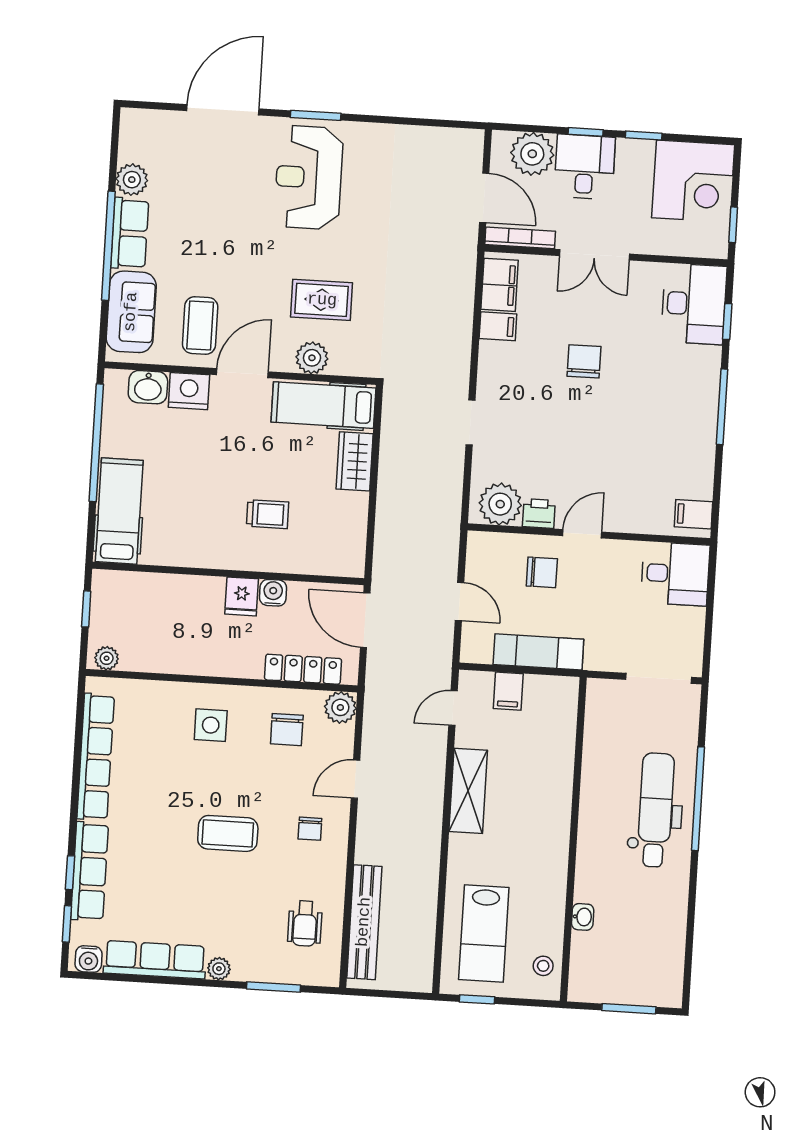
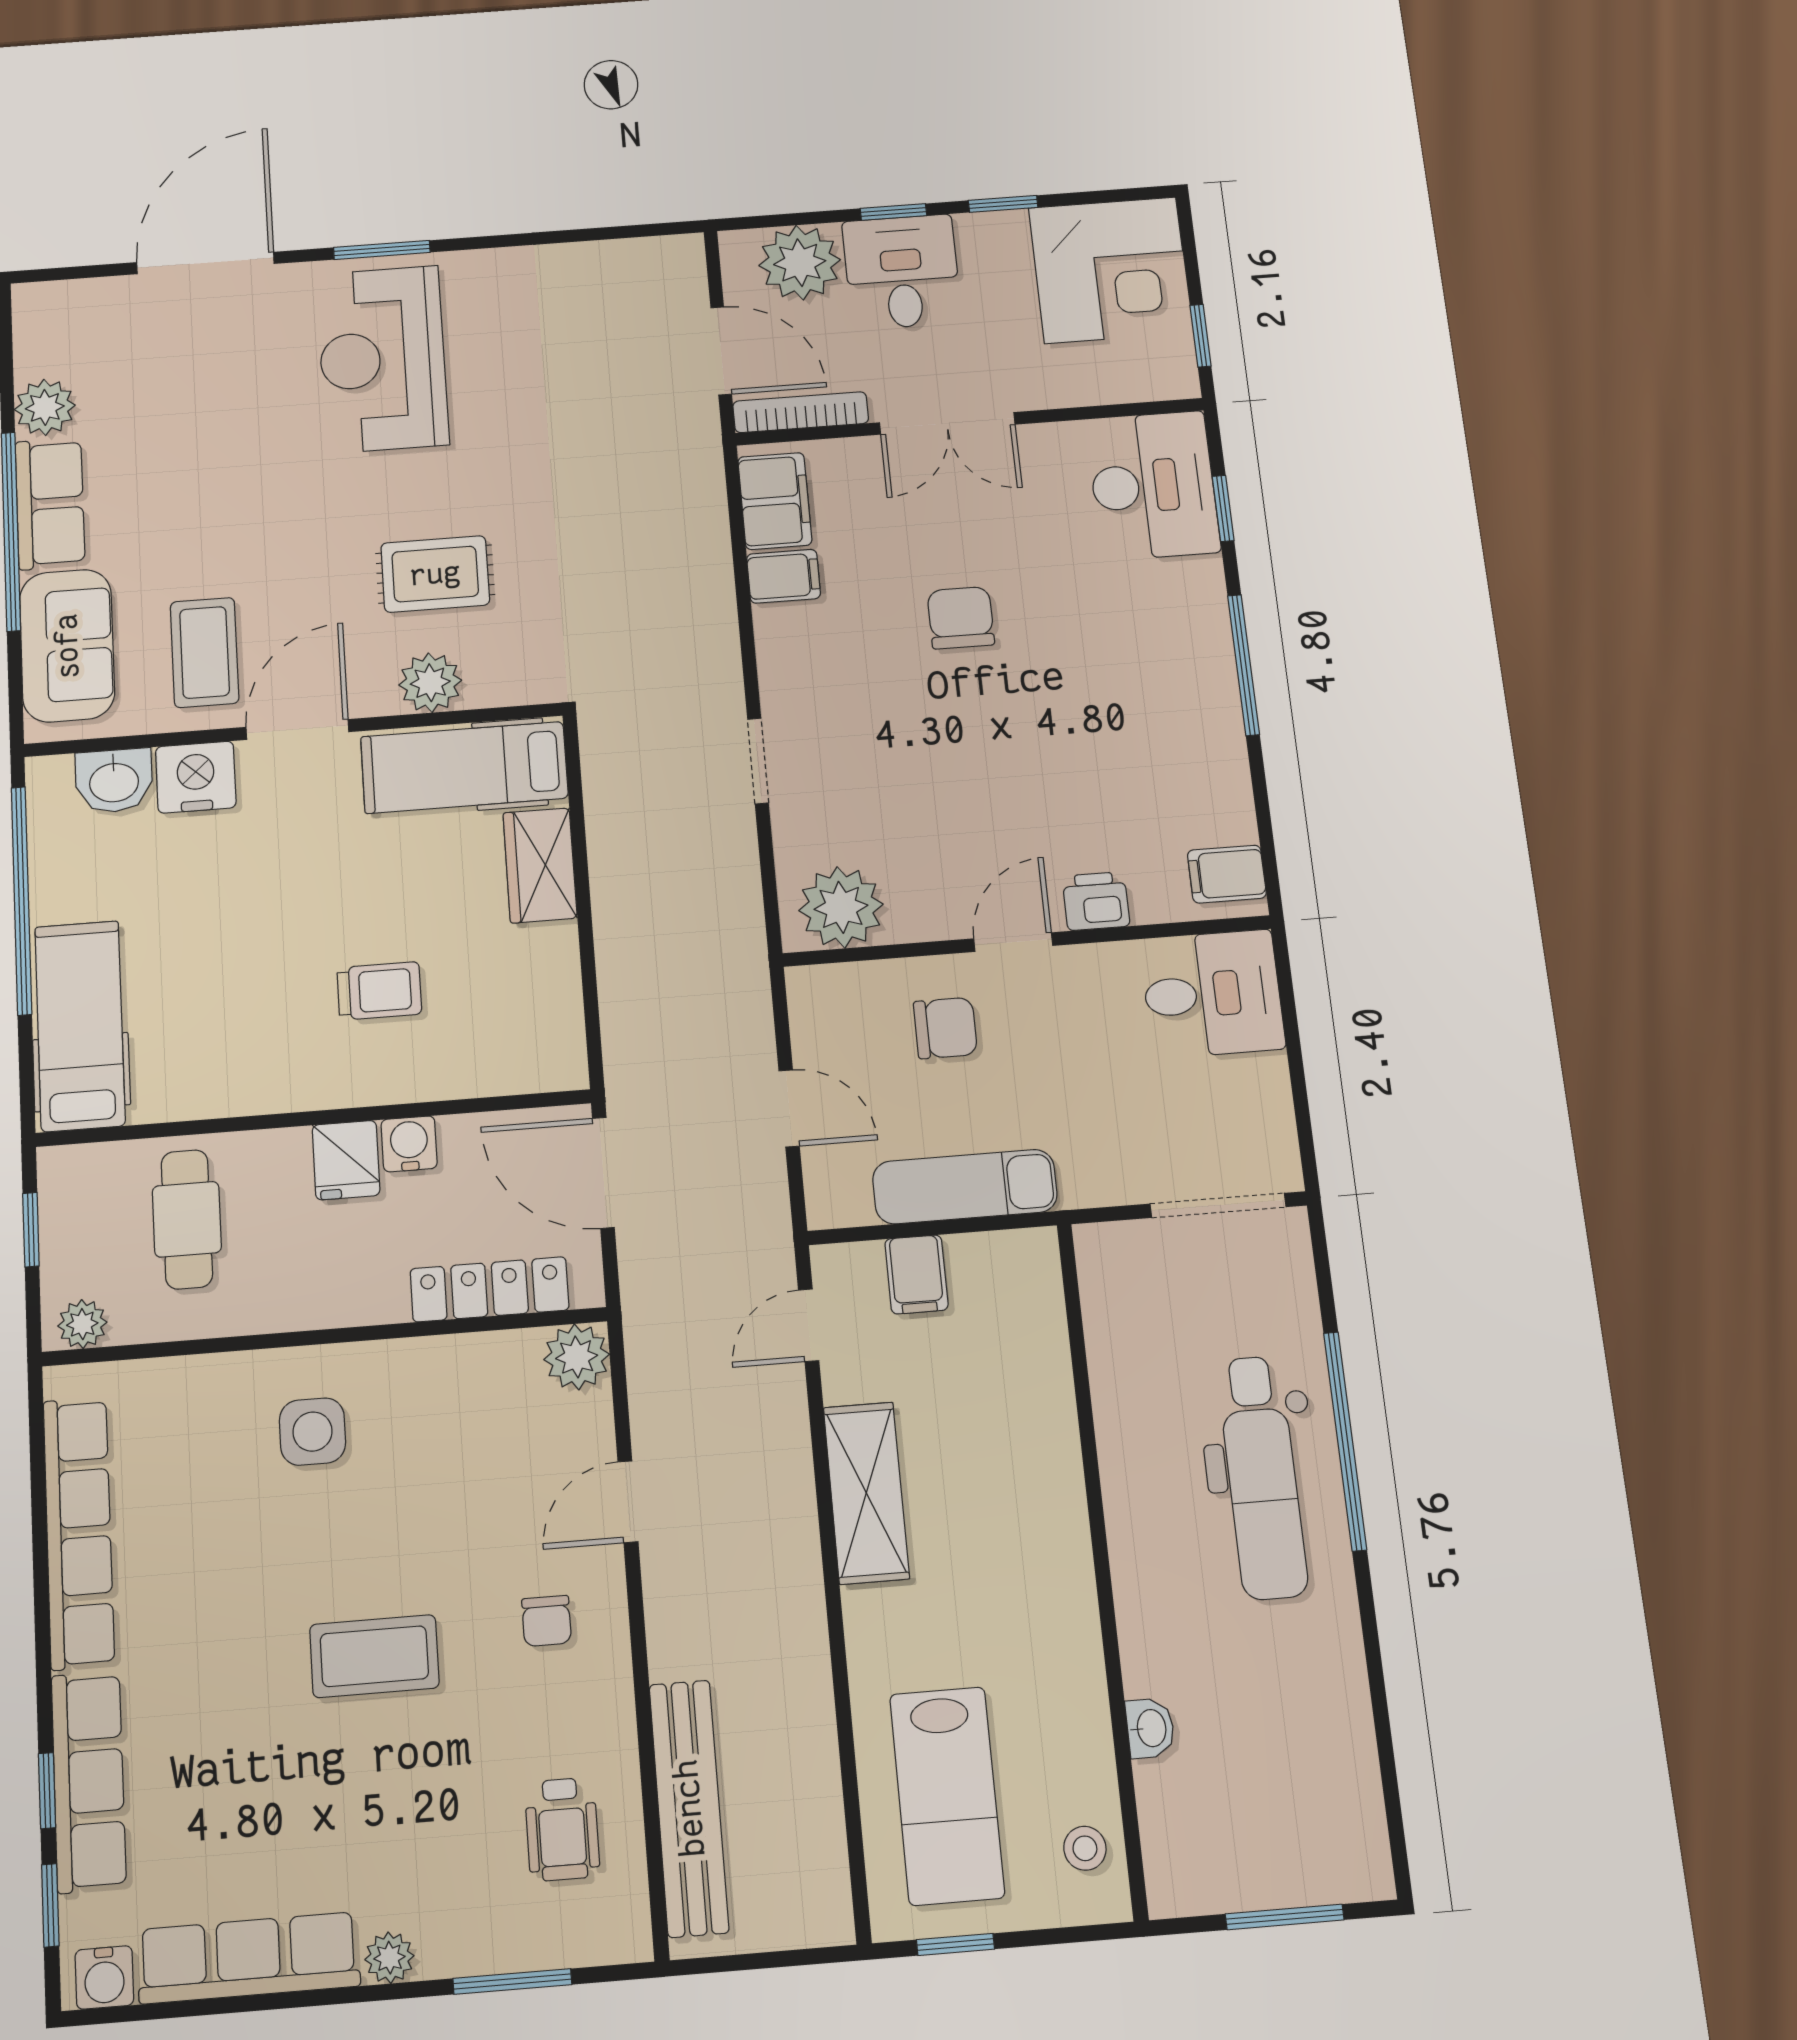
printer: (539, 513) -> (1096, 901), moved
cafe table: (162, 615) -> (187, 1219), added
chair: (287, 730) -> (472, 1418), removed
dental chair: (656, 810) -> (1262, 1477), turned 180

